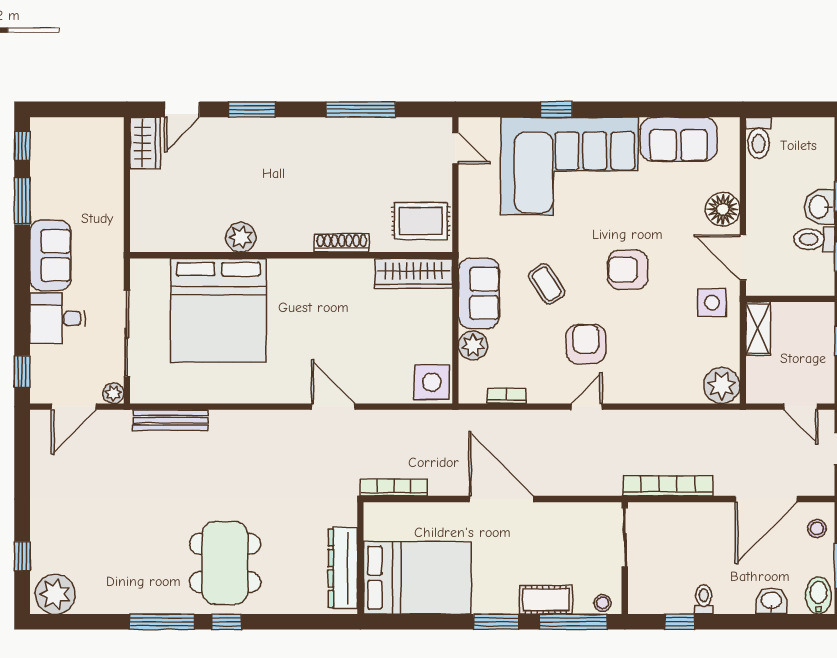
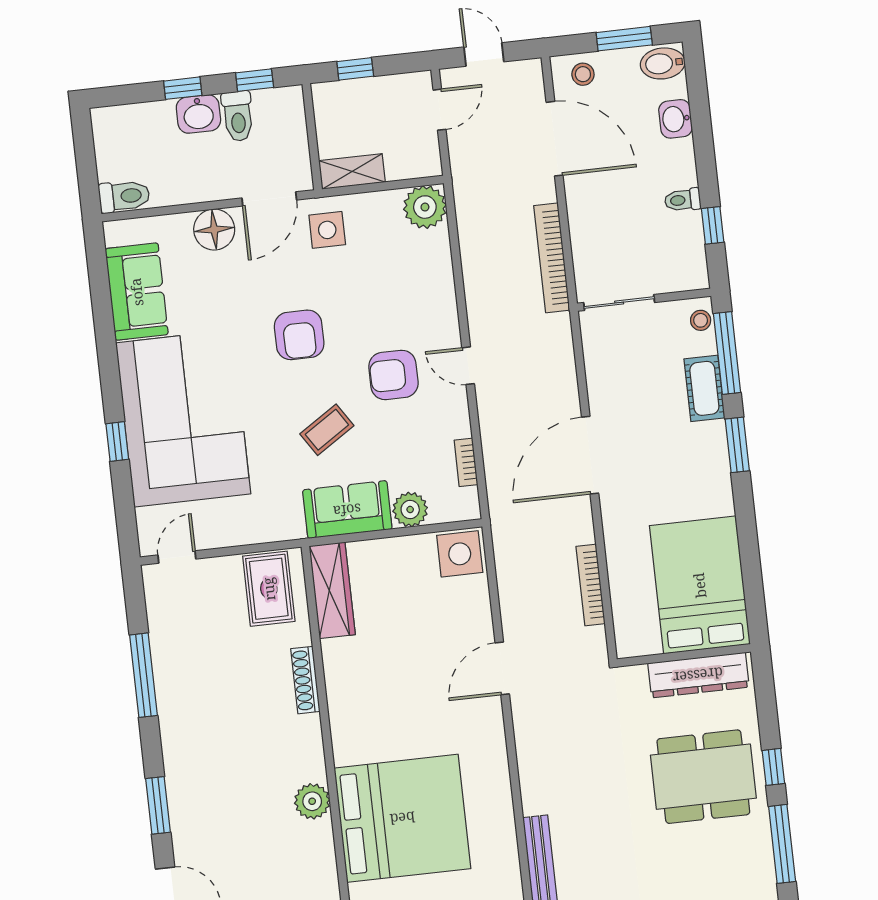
wall: (360, 558) -> (684, 655), moved
dresser: (343, 568) -> (698, 675), moved
bed: (417, 578) -> (700, 585), moved

